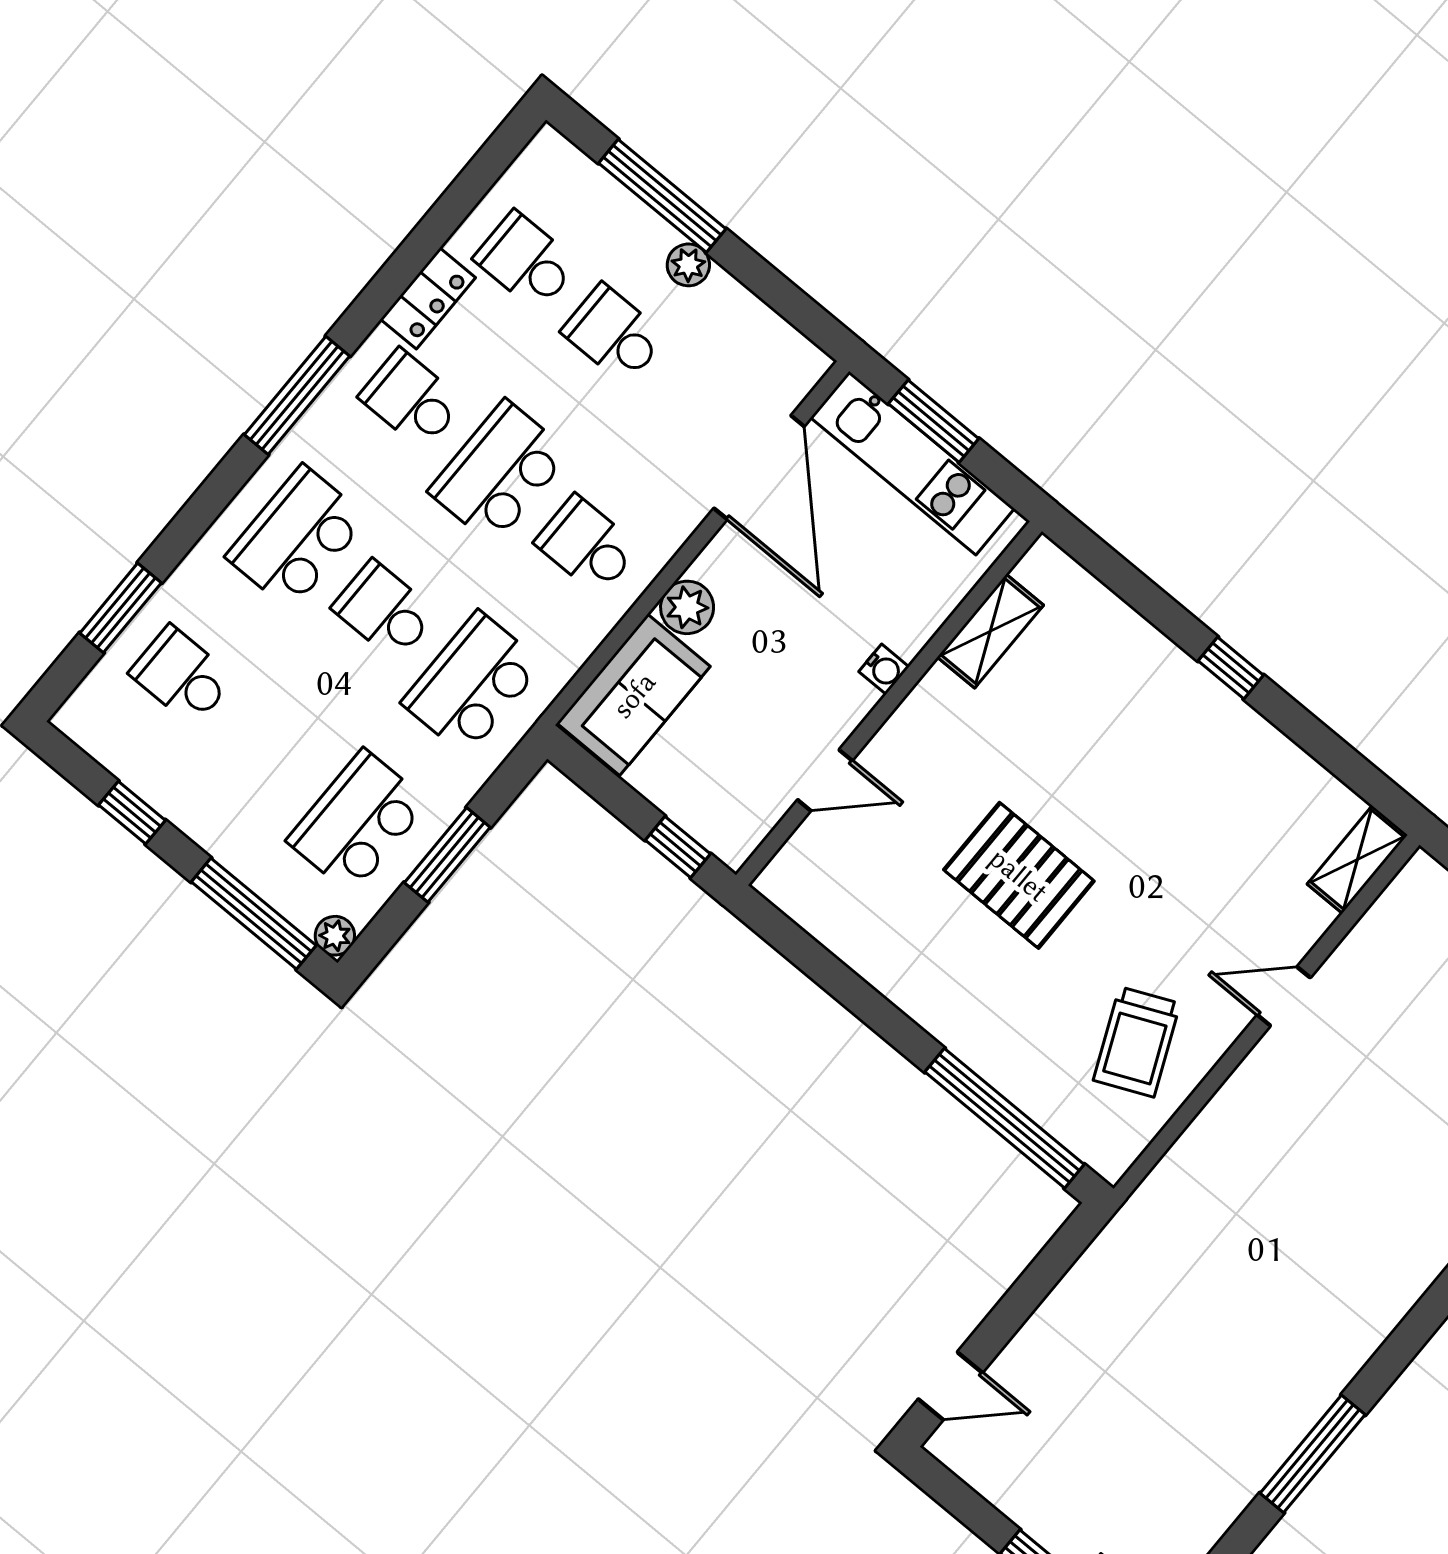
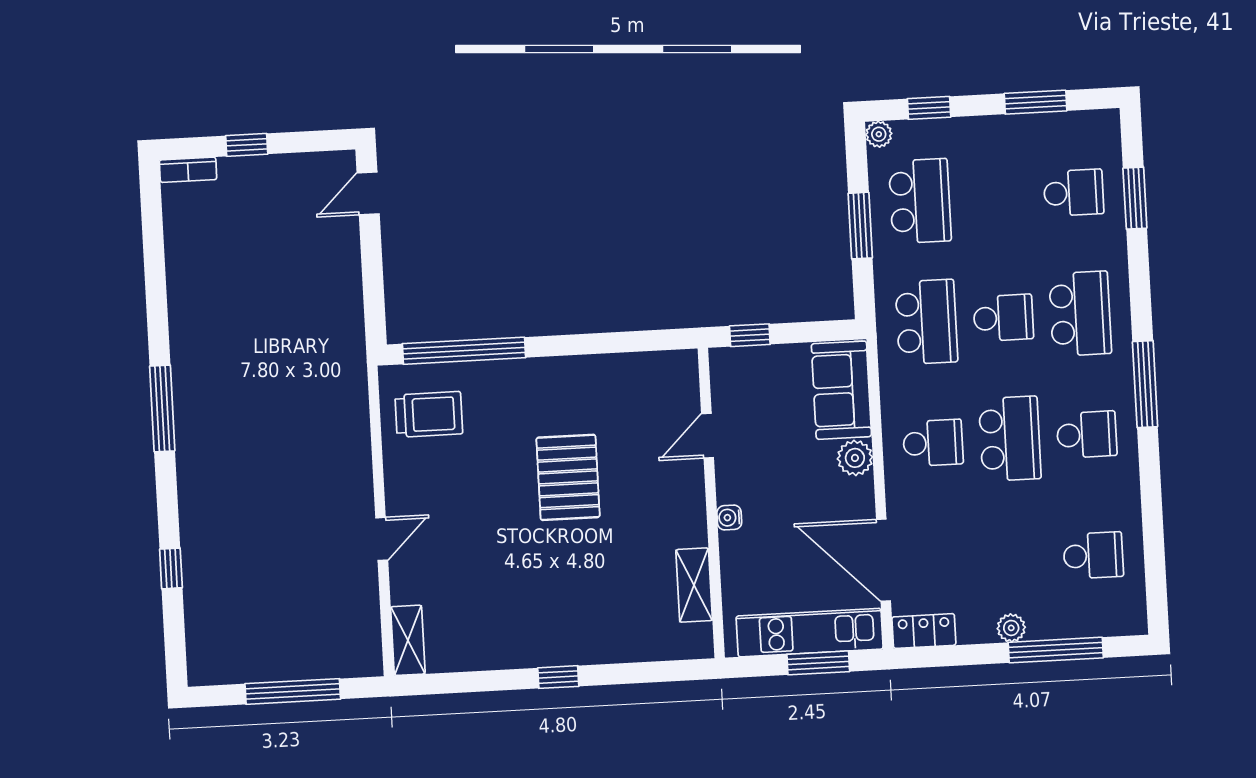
locker: (428, 298) -> (924, 631), moved, turned 90
school desk: (614, 334) -> (1016, 560), removed
window: (132, 813) -> (1036, 102), width x1.50
pallet: (1019, 875) -> (568, 477), turned 90
window: (254, 914) -> (929, 108), width x0.46
trolley: (1137, 1042) -> (429, 414), moved, turned 114
window: (1313, 1454) -> (162, 408), moved

